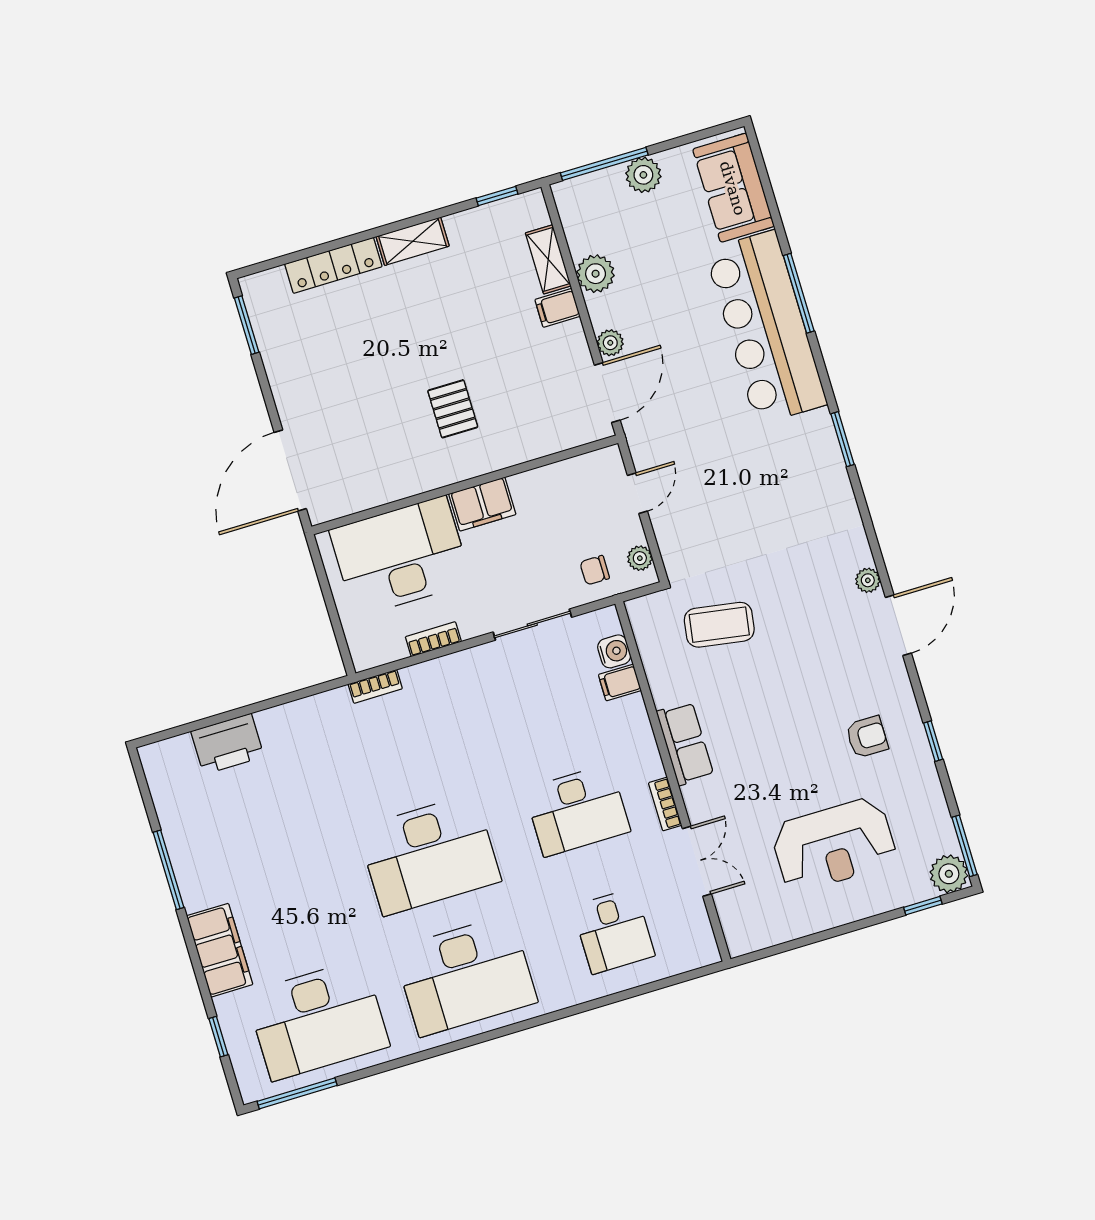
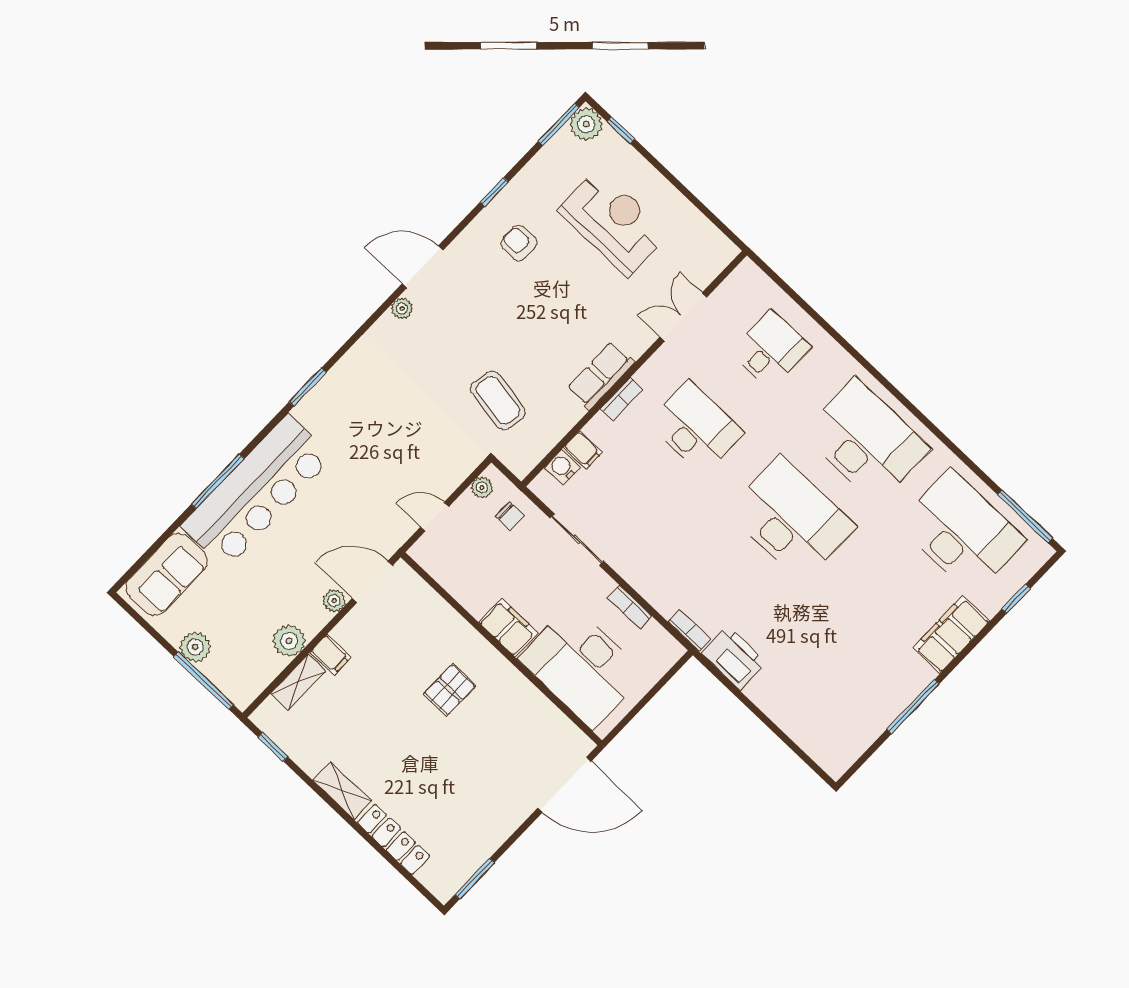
printer: (227, 744) -> (734, 658), moved
bookcase: (665, 804) -> (622, 399), moved

